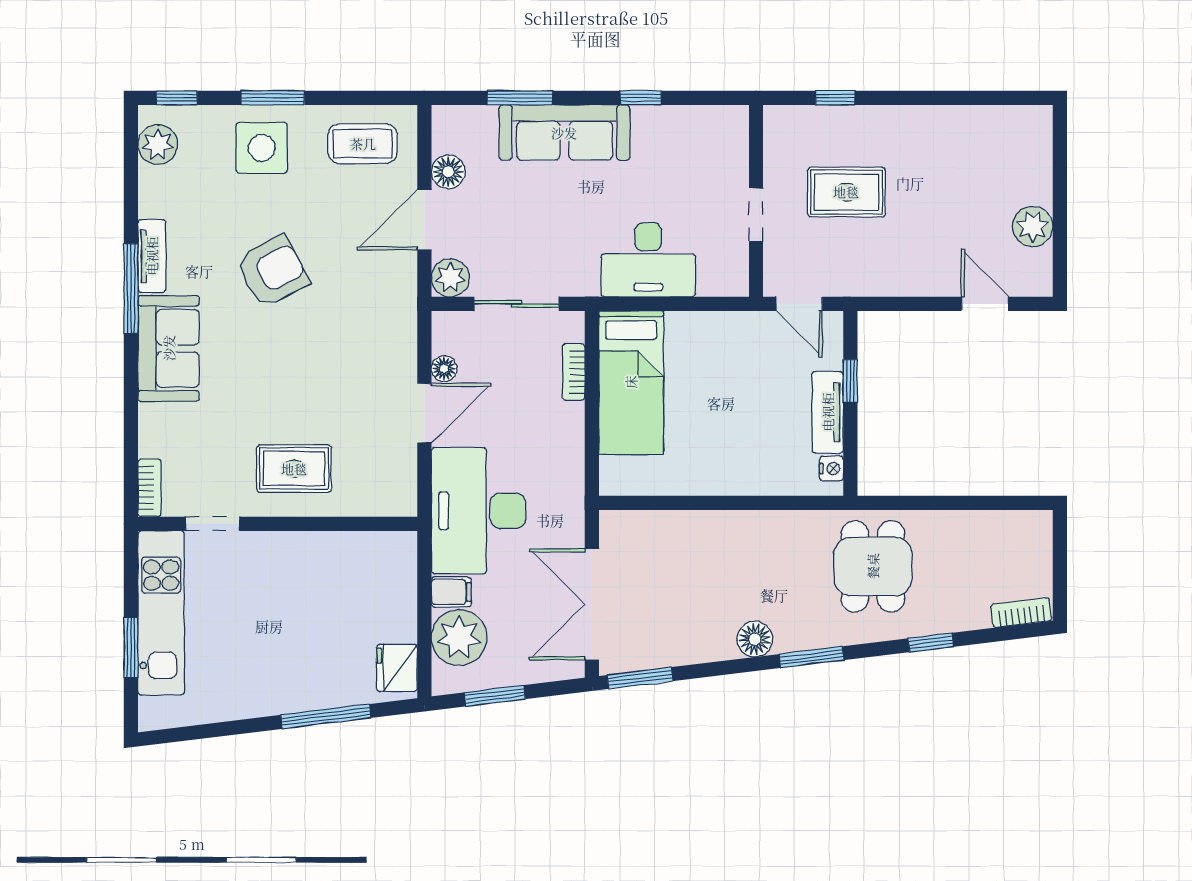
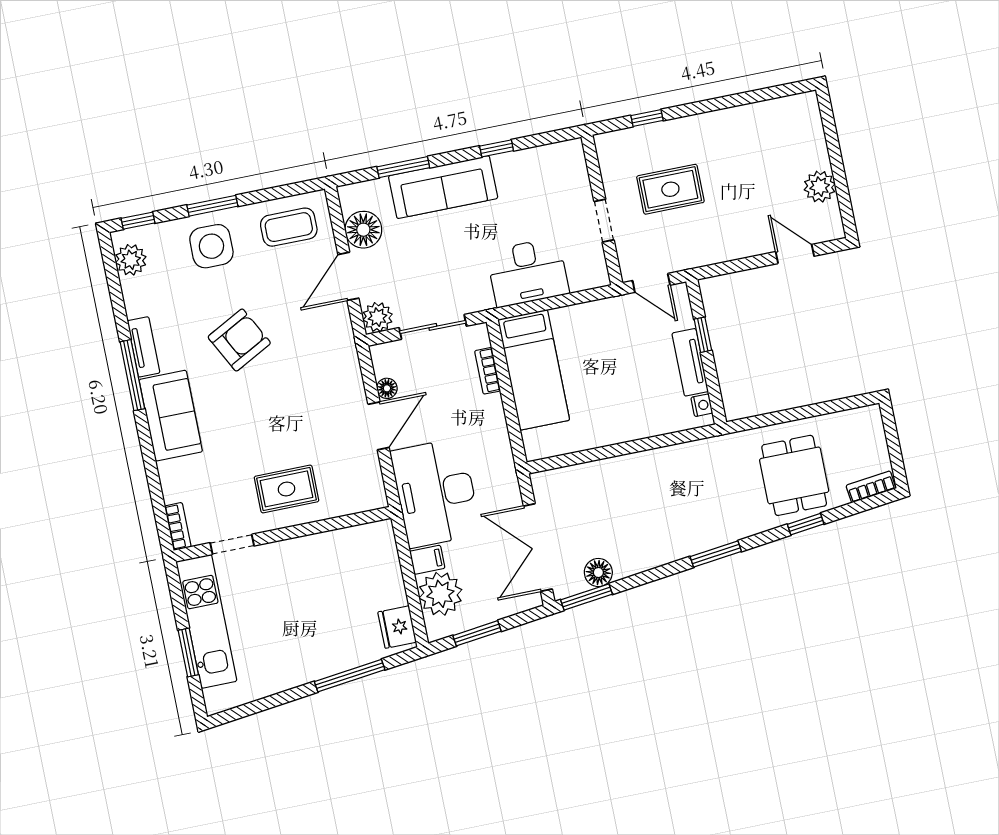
floor lamp: (448, 172) -> (363, 230), width x1.38, depth x1.38
dining table: (873, 566) -> (794, 475), moved
floor lamp: (755, 639) -> (598, 572), moved

